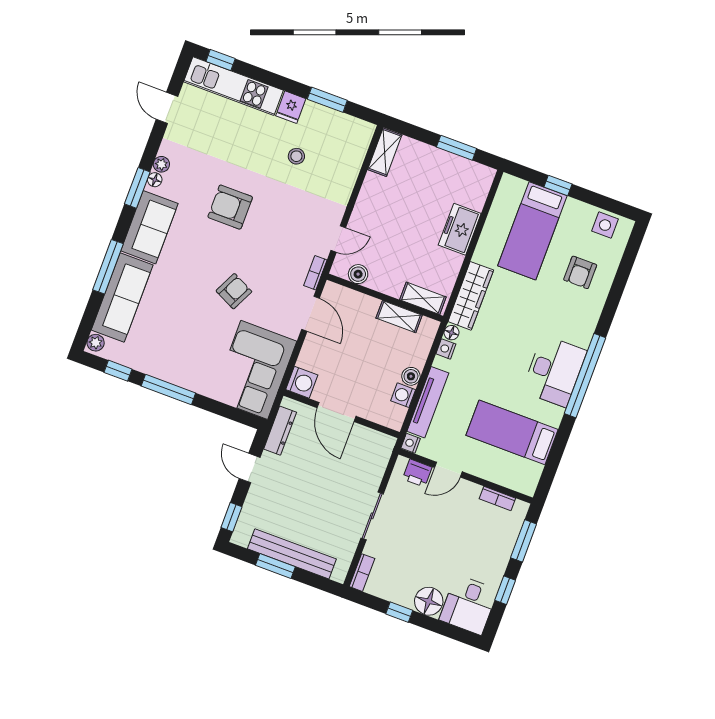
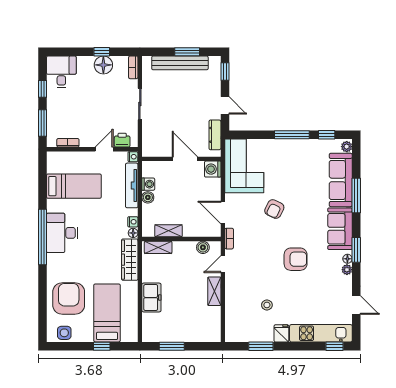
shelving: (385, 152) -> (214, 291), moved
armchair: (580, 272) -> (69, 298), width x1.88, depth x1.88
floor lamp: (429, 601) -> (103, 65), moved

